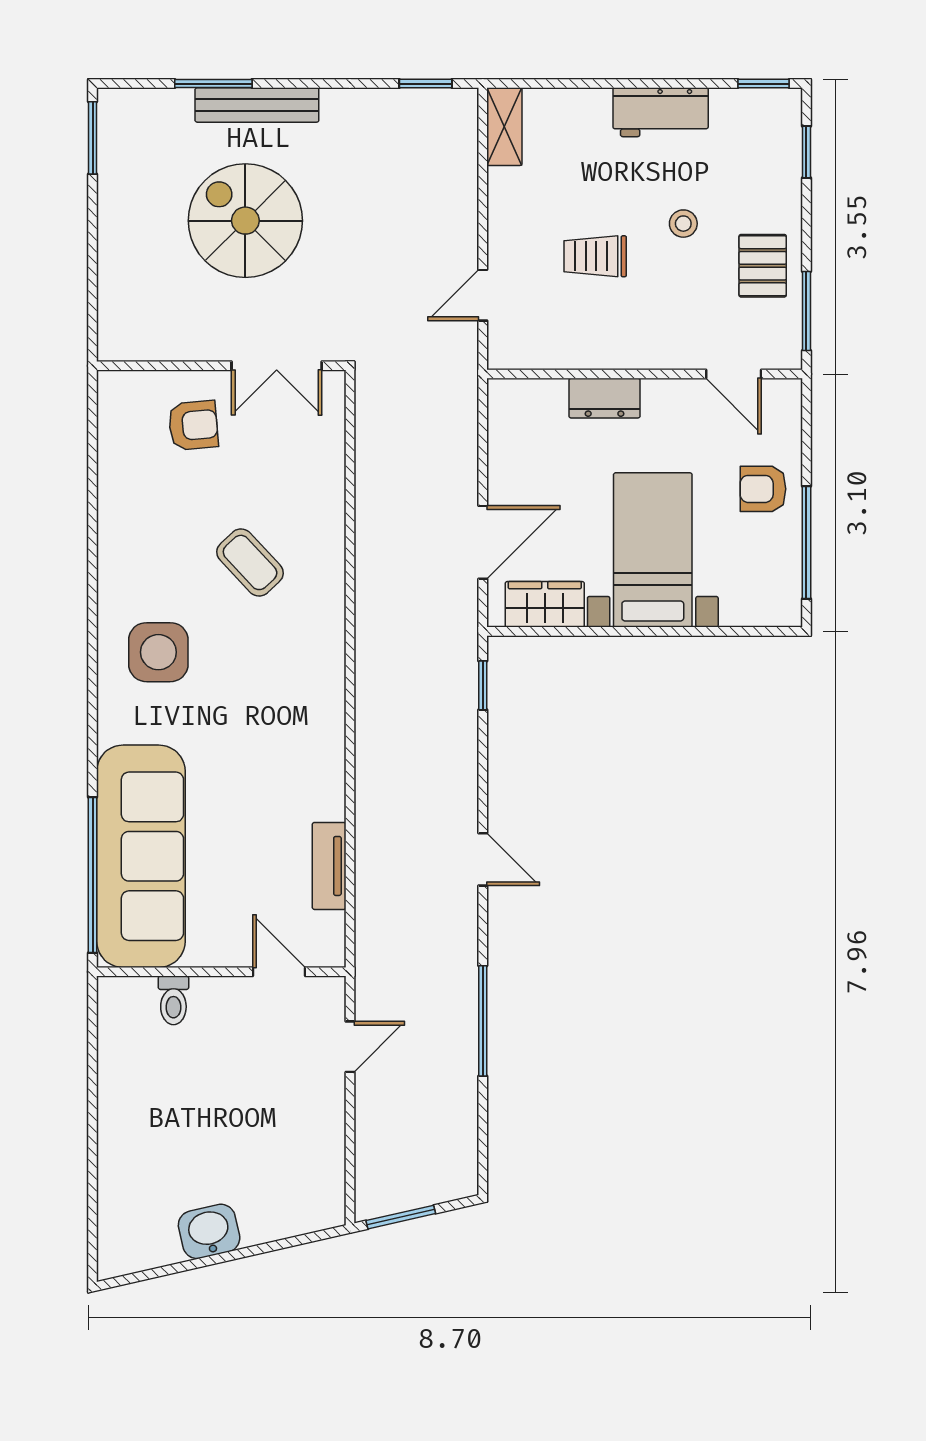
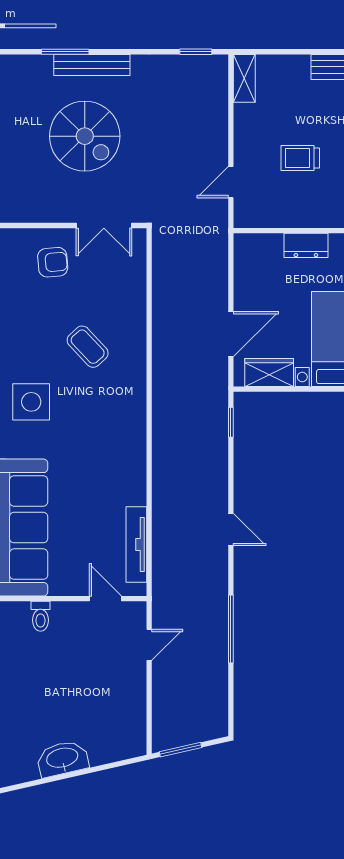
spiral stairs: (245, 221) -> (85, 136), turned 180
tv unit: (329, 866) -> (136, 544), width x1.41
washbasin: (209, 1231) -> (62, 759), width x1.38

